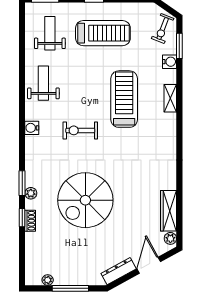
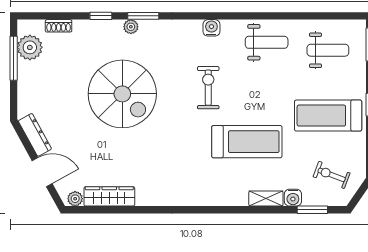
exercise bike: (163, 29) -> (332, 175), moved
treadmill: (103, 33) -> (328, 116), turned 90
shelving: (170, 98) -> (266, 198), moved
spiral stairs: (85, 200) -> (122, 94), turned 180
shoe rack: (30, 221) -> (59, 26), moved
plant: (48, 280) -> (30, 47), width x1.88, depth x1.88
window: (70, 288) -> (14, 58), moved

